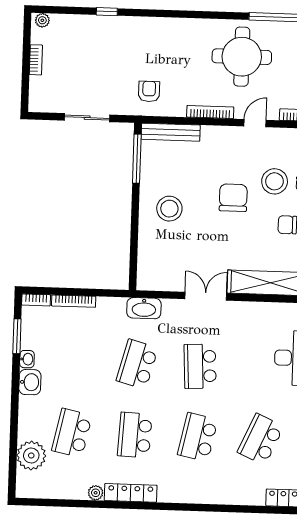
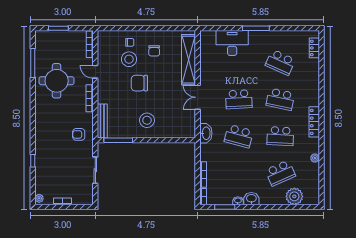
school desk: (72, 433) -> (280, 173), turned -36
locker: (131, 493) -> (314, 122), moved

